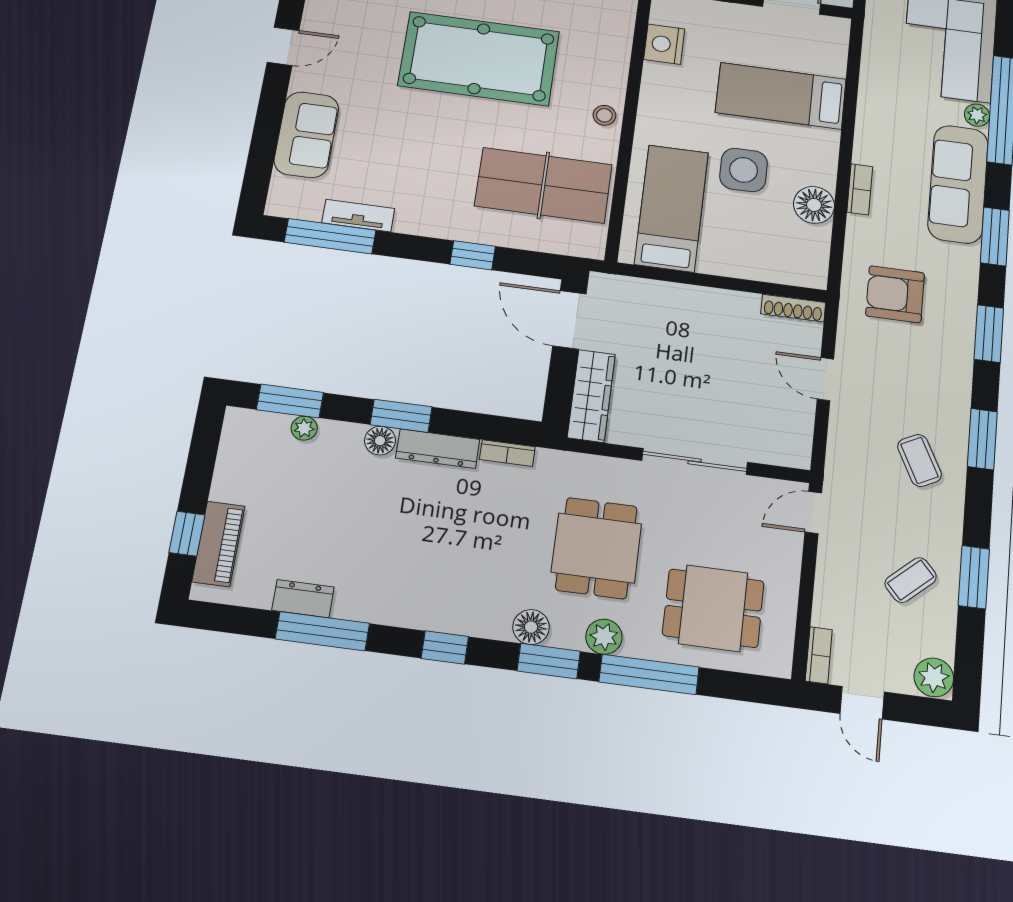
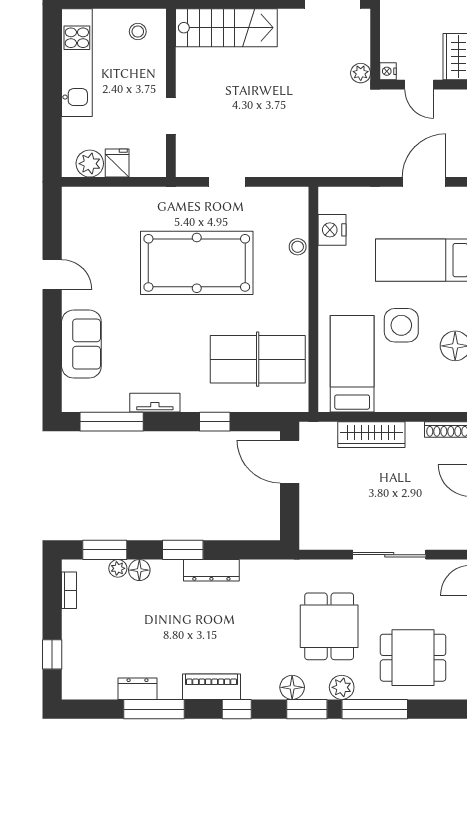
door: (283, 46) -> (52, 274), hinge flipped
stool: (604, 115) -> (298, 247), moved
tv unit: (358, 216) -> (155, 403), moved
wardrobe: (591, 396) -> (371, 435), moved, turned 90
floor lamp: (380, 441) -> (139, 570), moved
bookcase: (507, 453) -> (69, 590), moved, turned -90
piano: (219, 544) -> (211, 687), moved, turned -90

